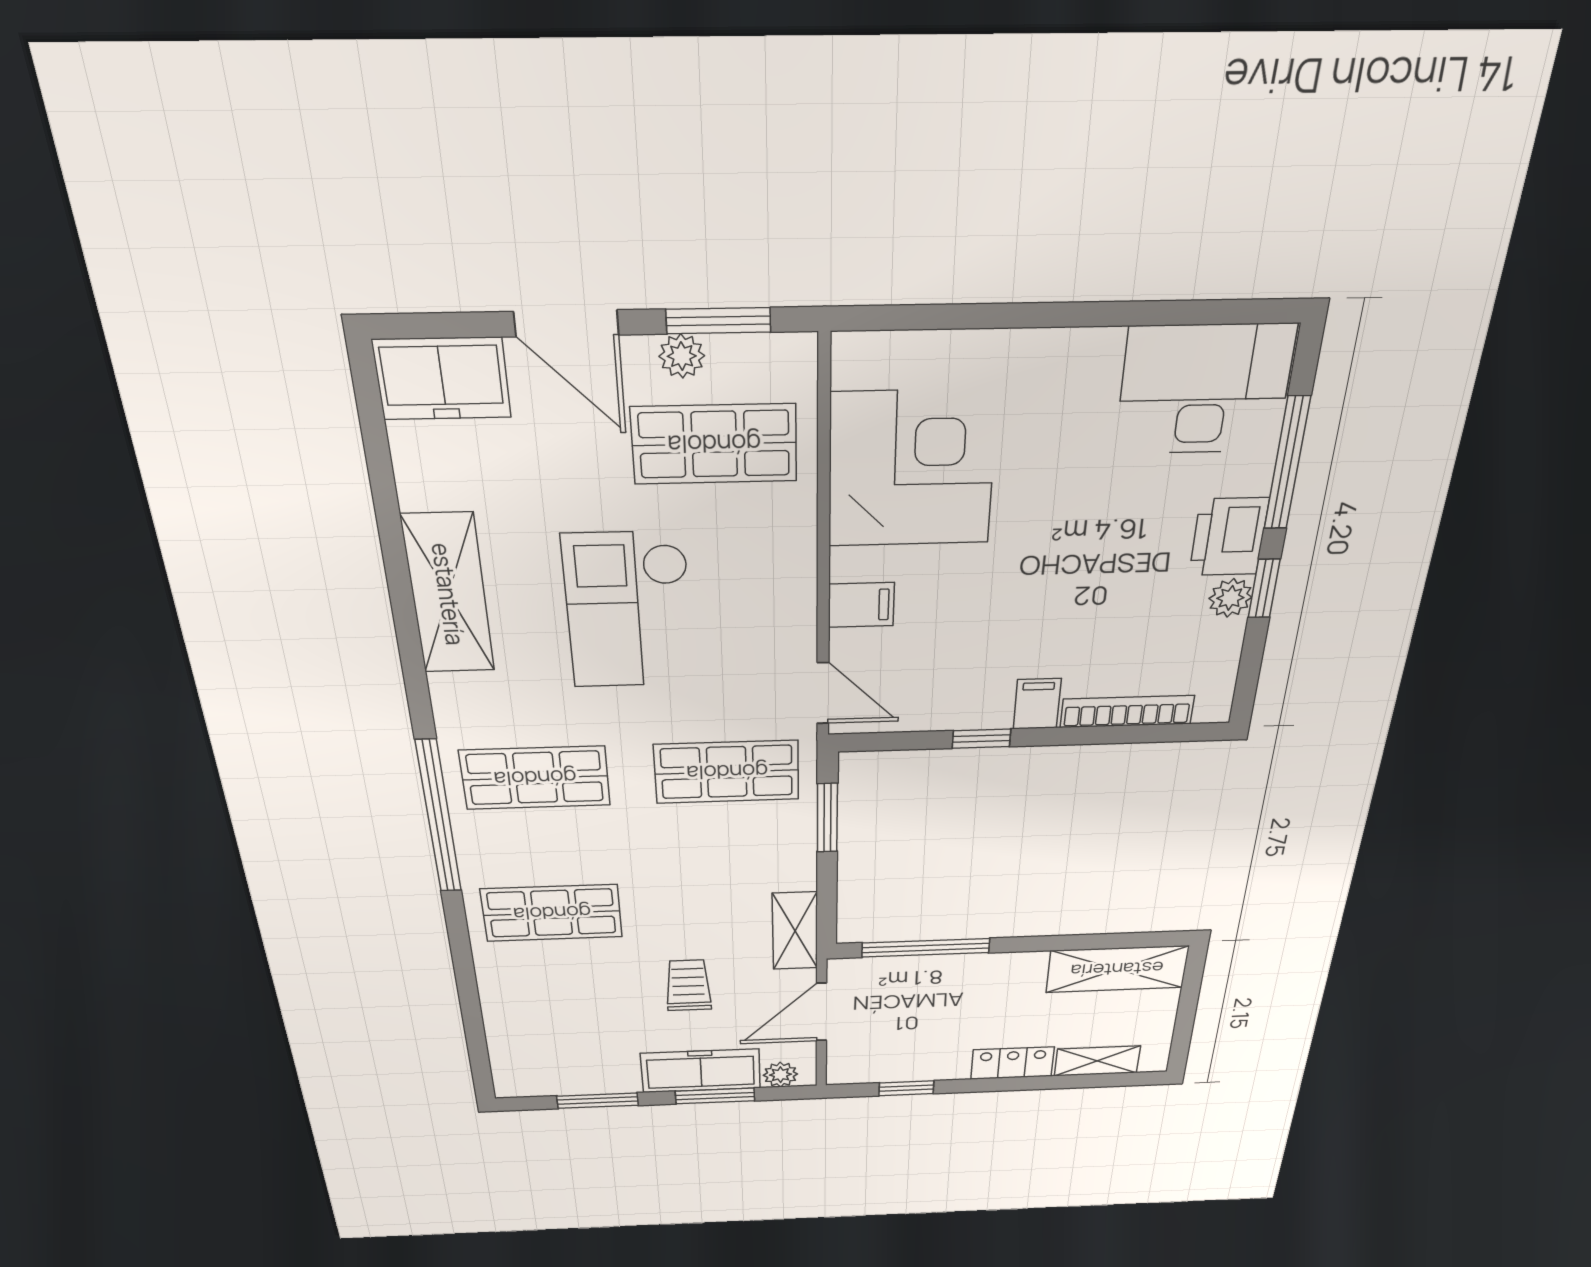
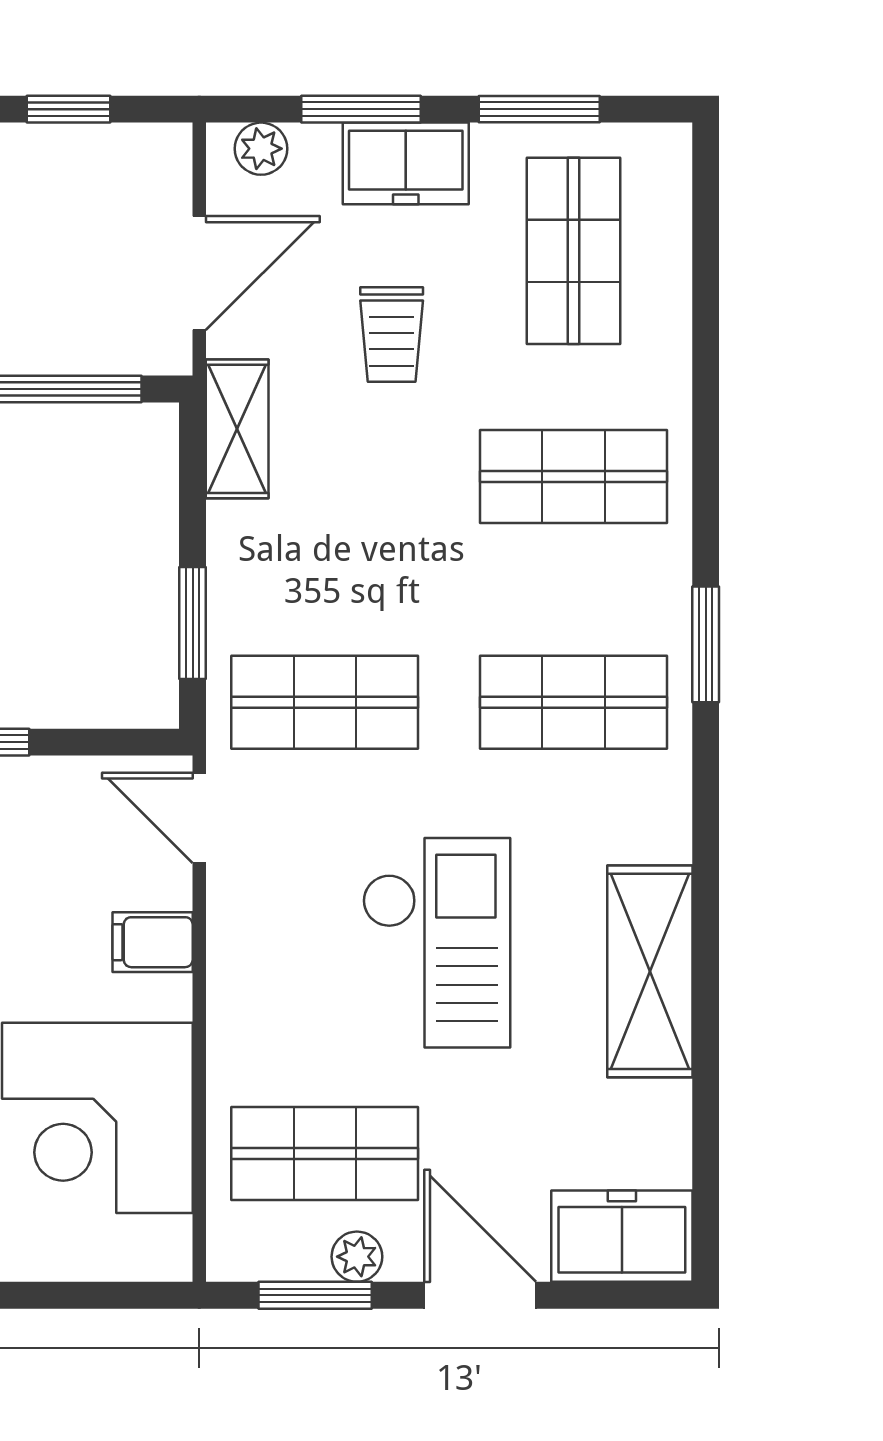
window: (439, 817) -> (706, 644), width x0.47
shop shelf: (566, 1033) -> (573, 251), added
freezer: (701, 1071) -> (406, 163), width x0.71

